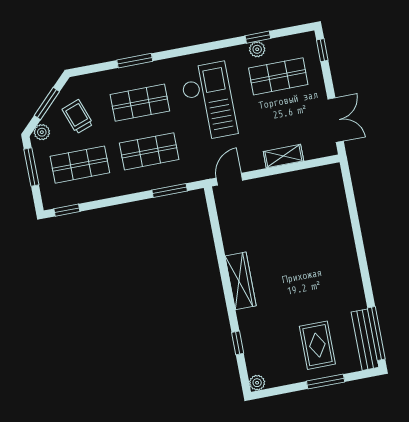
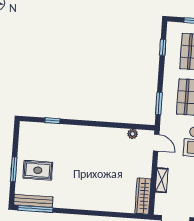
window: (67, 210) -> (163, 47), moved
wardrobe: (241, 281) -> (143, 196), moved, turned 90
plant: (257, 383) -> (133, 134), moved

